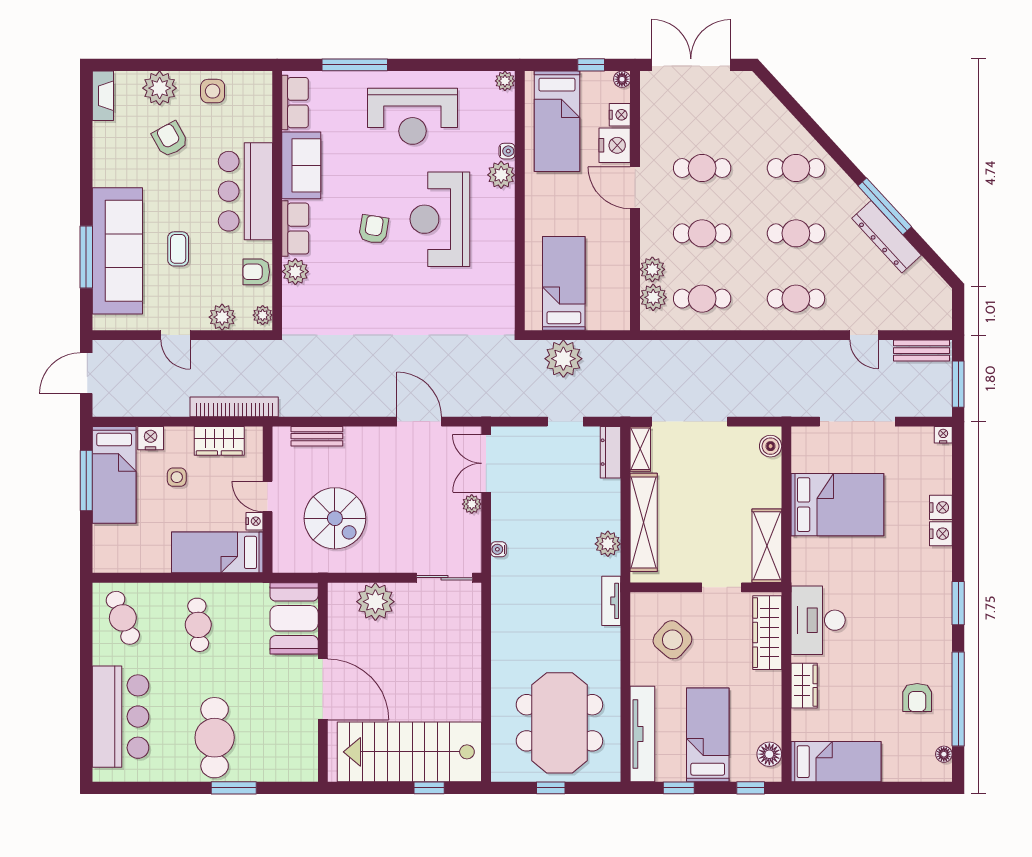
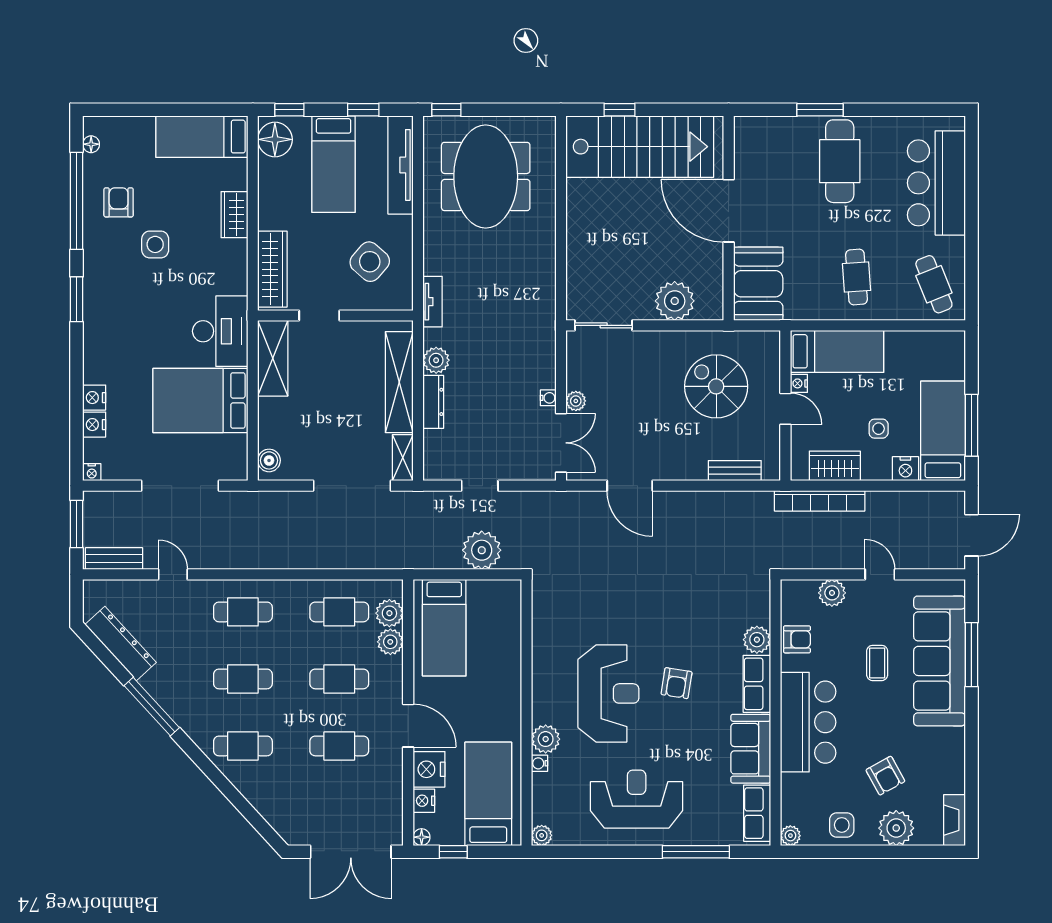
dresser: (887, 237) -> (121, 643), moved
bed: (564, 283) -> (444, 628), moved
plant: (263, 315) -> (790, 836), moved
dresser: (611, 452) -> (433, 402), moved
nightstand: (941, 534) -> (94, 425), moved
water cooler: (499, 549) -> (548, 398), moved
desk: (818, 620) -> (220, 331), moved
side table: (881, 657) -> (155, 244), added
floor lamp: (769, 754) -> (275, 139), width x1.38, depth x1.38
window: (551, 788) -> (446, 110), moved

